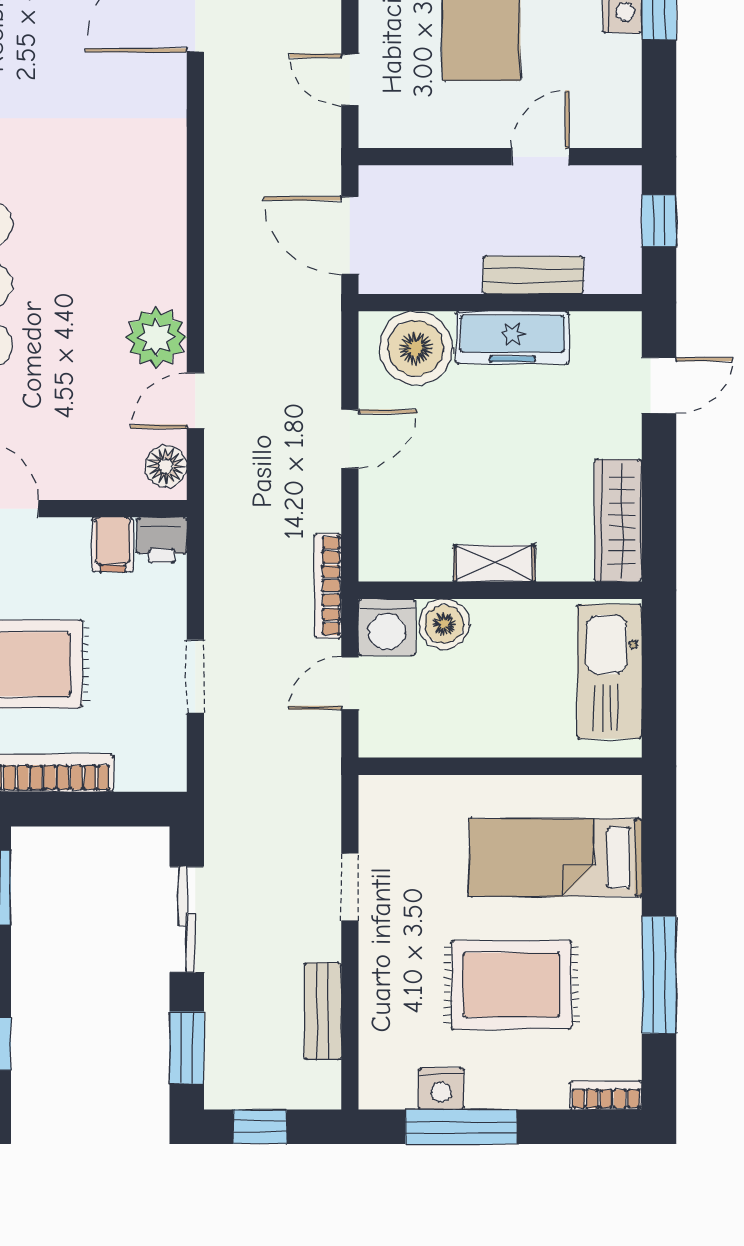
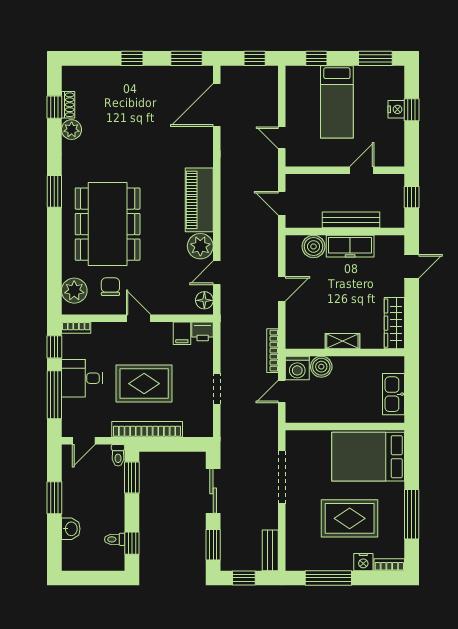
piano: (154, 227) -> (199, 200), added
door: (350, 235) -> (282, 203), width x0.73
bench: (533, 275) -> (351, 220), width x1.36
boiler: (416, 348) -> (314, 246), width x0.73, depth x0.73
kitchen sink: (610, 671) -> (393, 394), width x0.73, depth x0.81
bed: (555, 858) -> (368, 457), width x1.50
doorway: (350, 887) -> (282, 477), width x1.88
bench: (323, 1011) -> (270, 550), moved
nightstand: (441, 1089) -> (363, 562), moved

